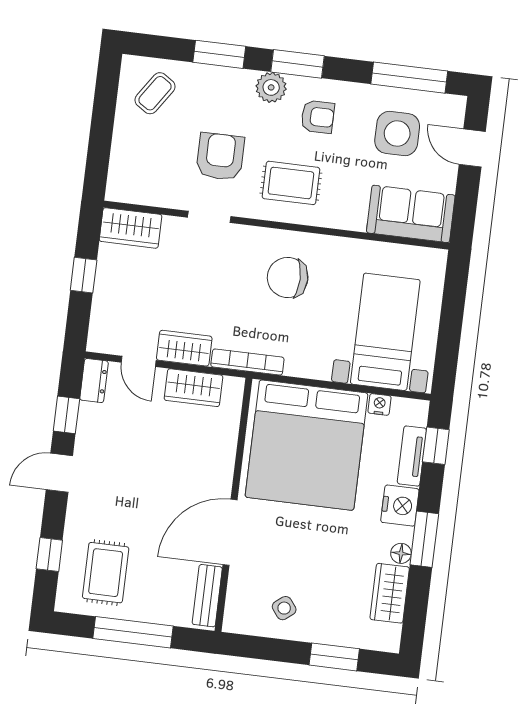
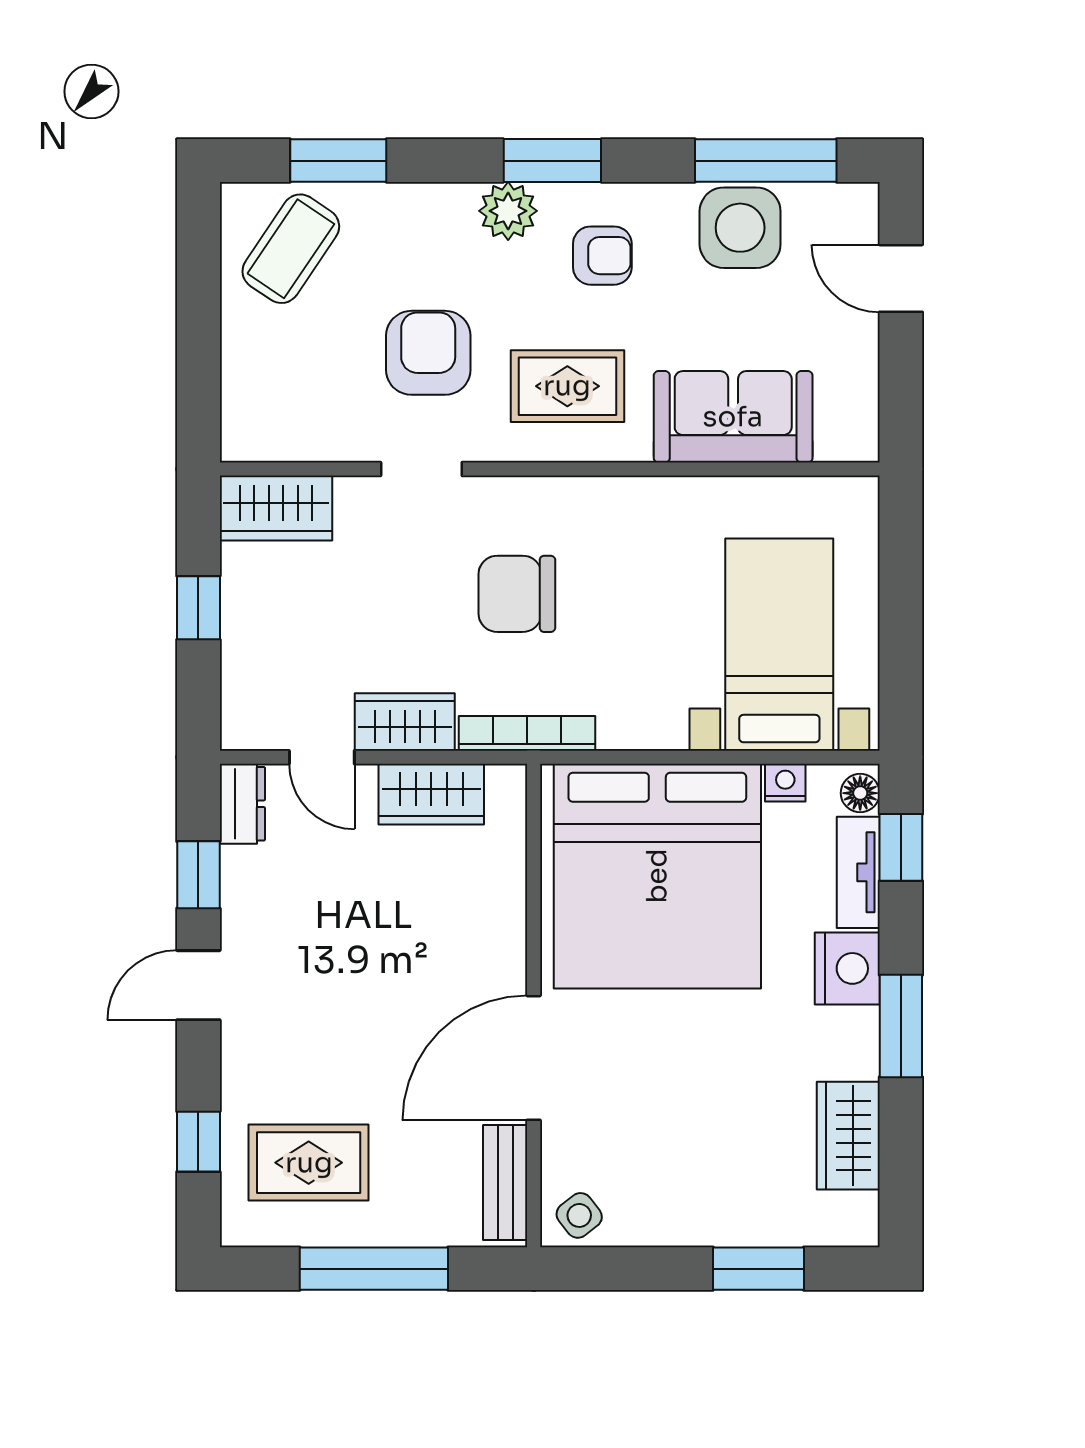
window: (219, 54) -> (338, 161), moved
coffee table: (155, 93) -> (291, 249), width x1.36, depth x1.30
side table: (397, 134) -> (740, 228), moved
sofa: (411, 214) -> (733, 417), moved
chair: (288, 277) -> (517, 594), moved
floor lamp: (401, 553) -> (860, 793), moved
rug: (106, 573) -> (309, 1163), turned 90
side table: (284, 608) -> (579, 1215), moved

